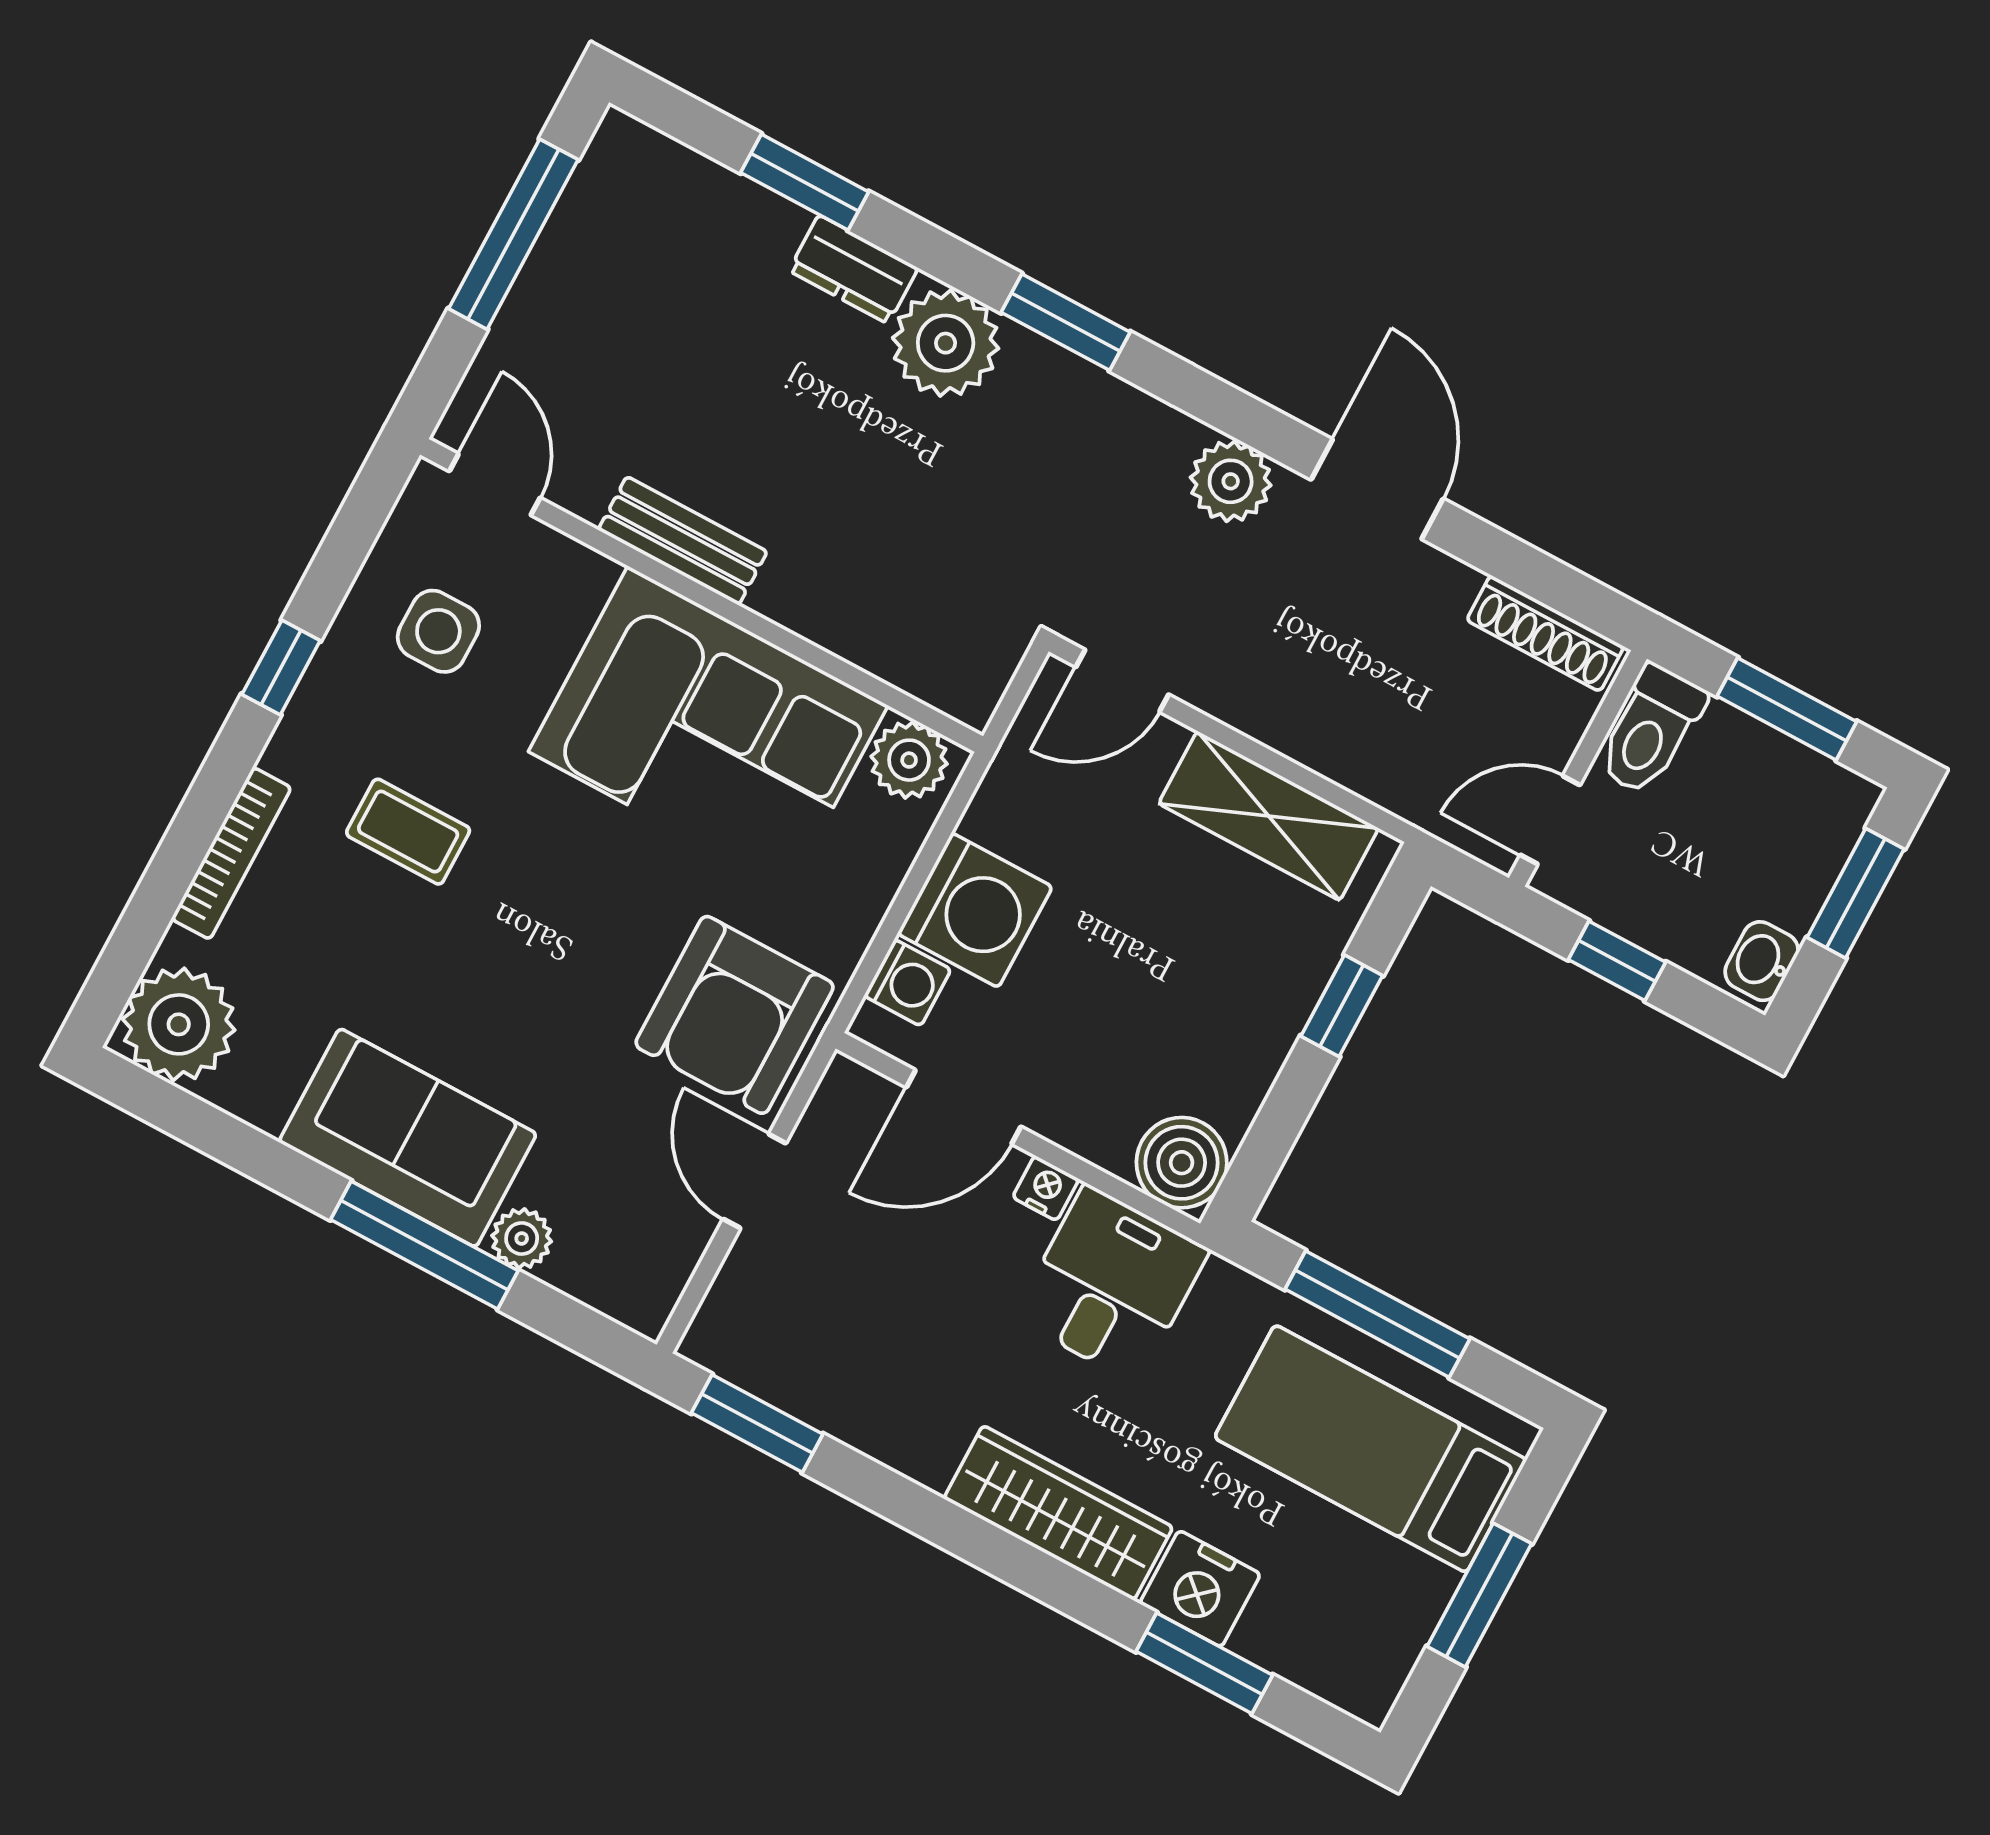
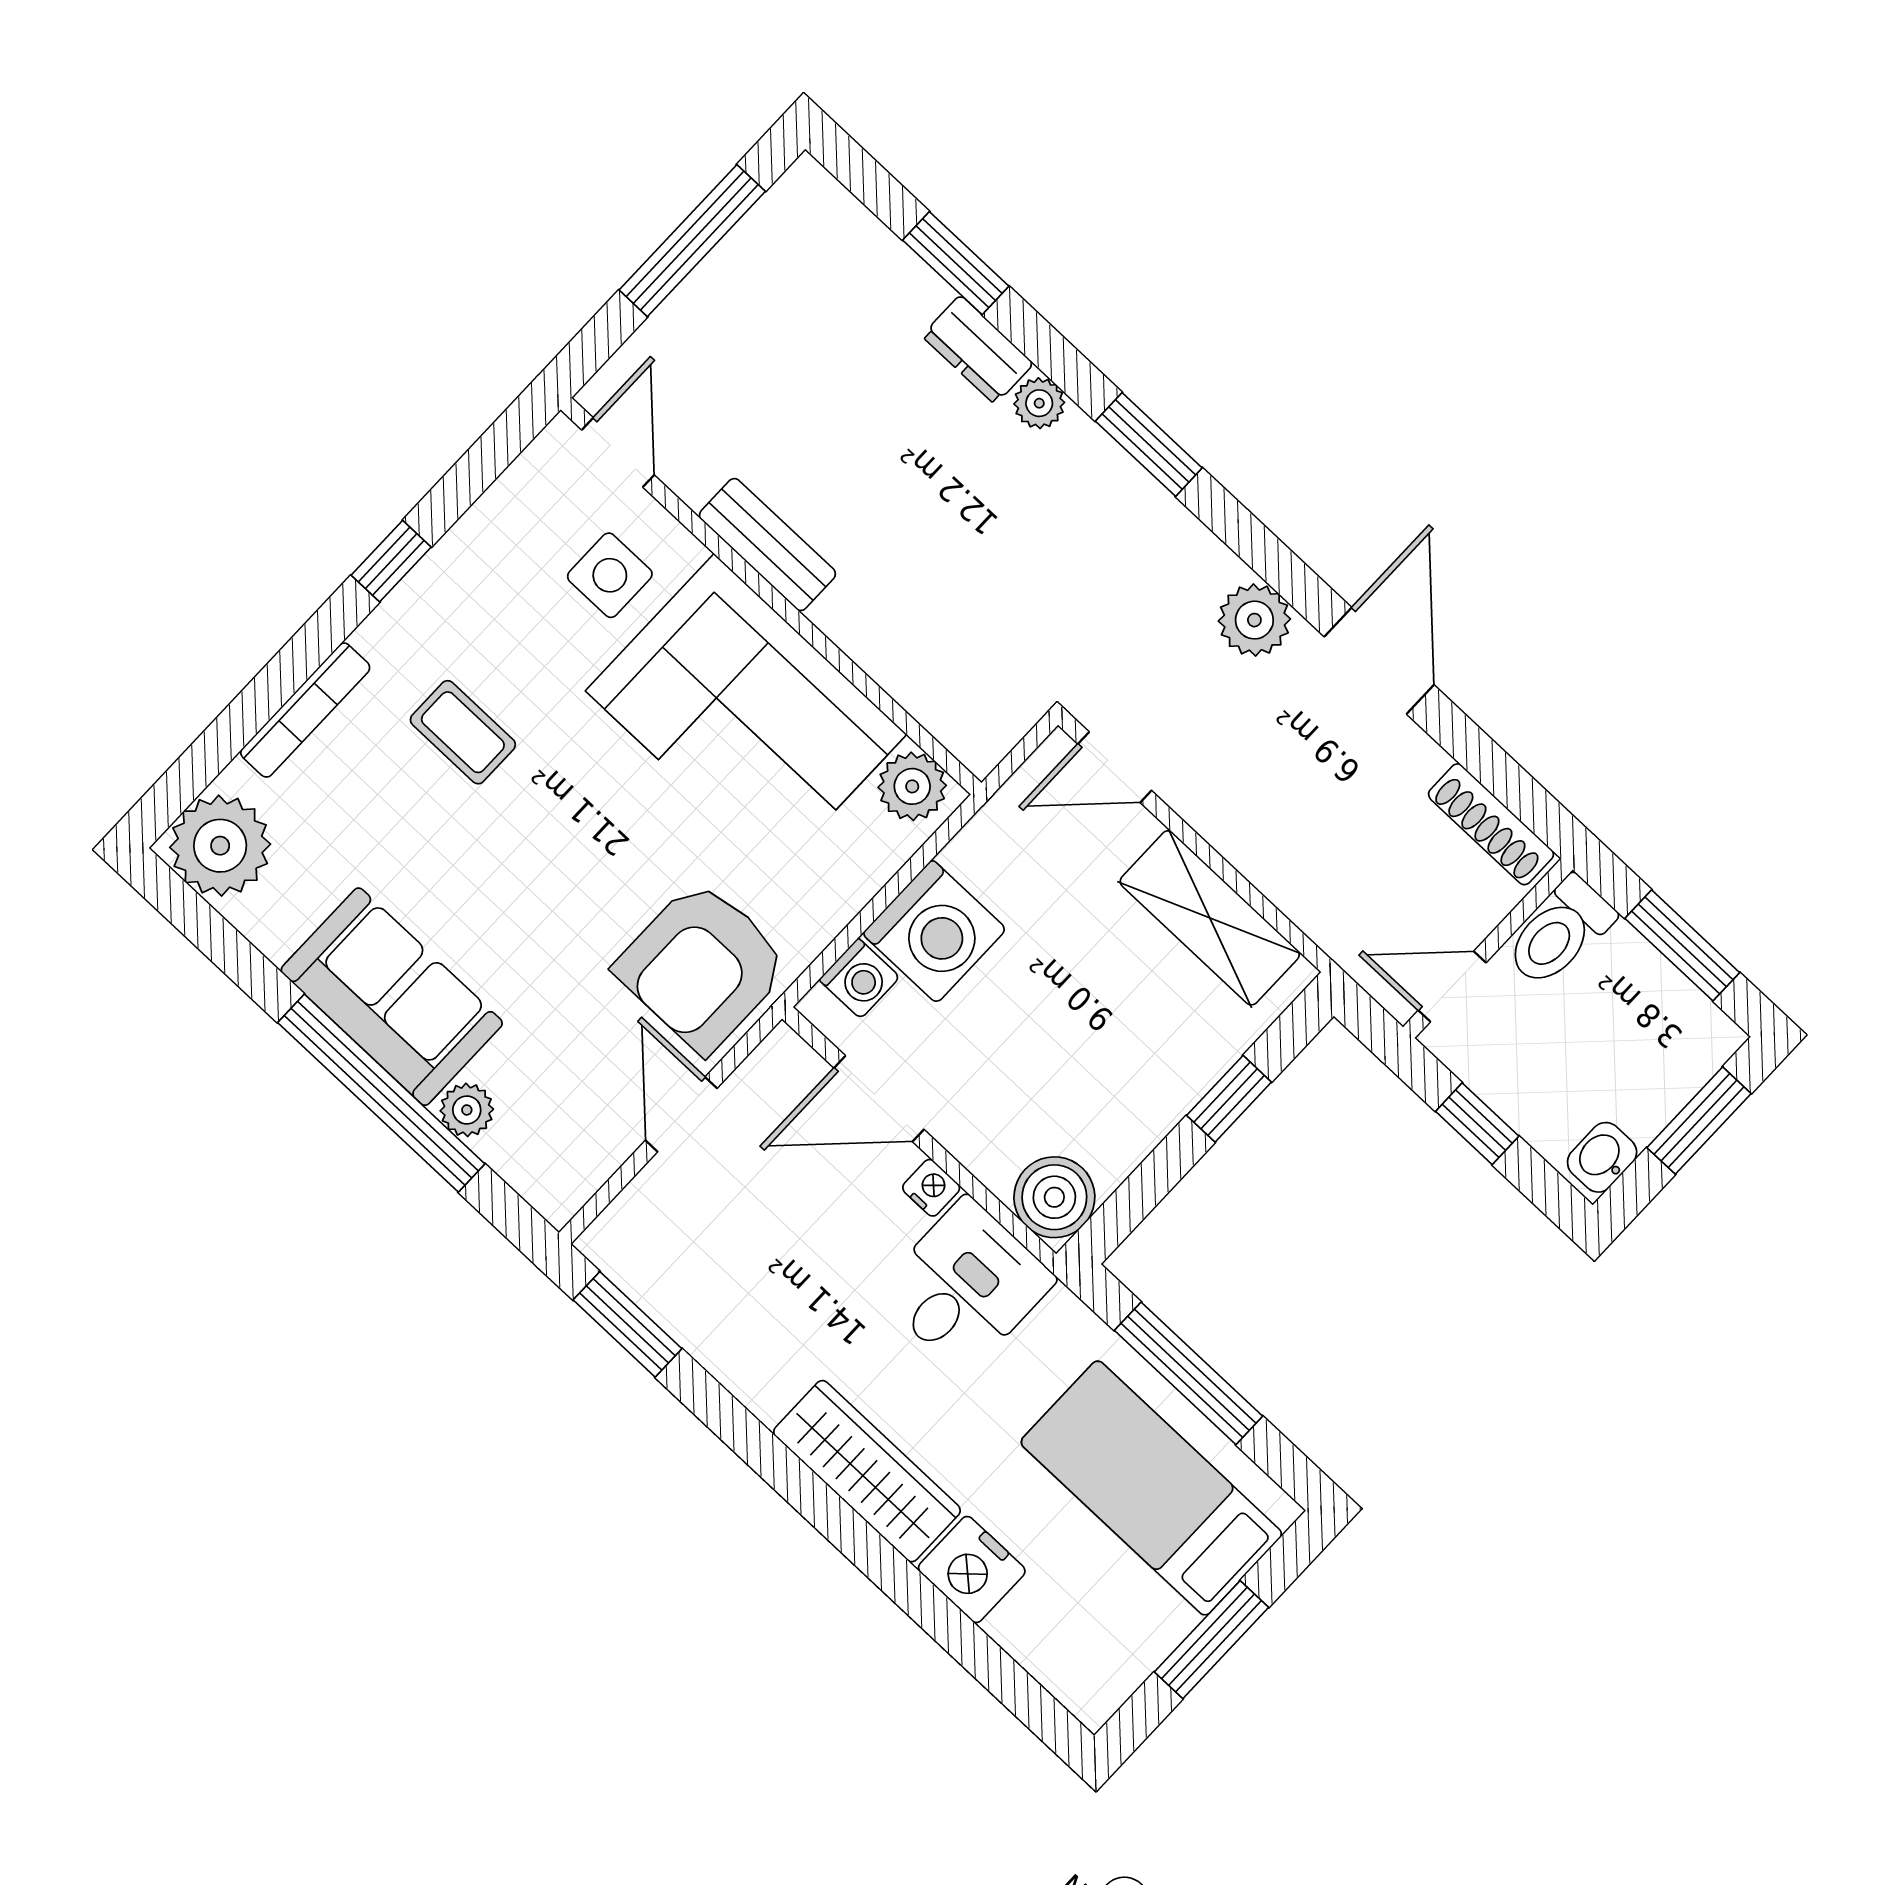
plant: (946, 343) -> (1039, 403), width x0.53, depth x0.53
side table: (438, 631) -> (610, 575), moved
window: (424, 1245) -> (381, 1093), width x1.46
window: (1204, 1663) -> (958, 1635), removed

